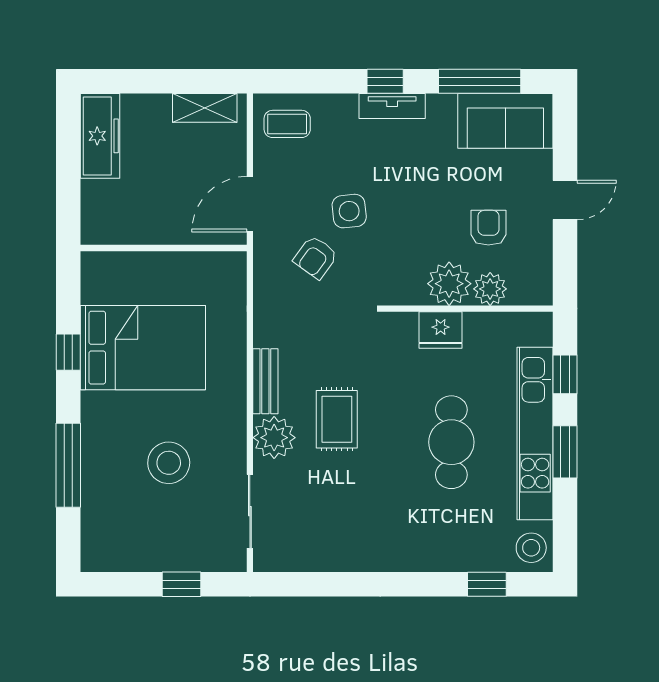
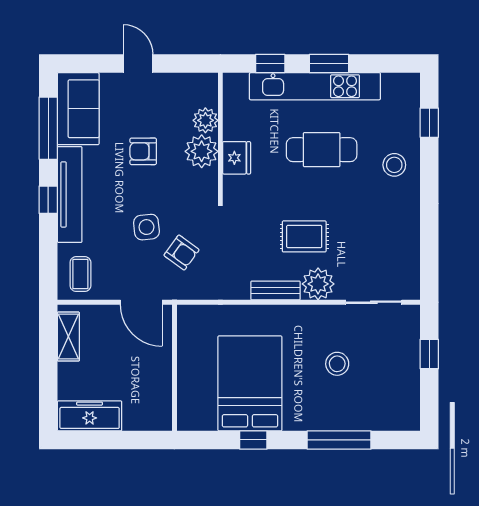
tv unit: (392, 106) -> (70, 194), width x1.92, depth x1.29
armchair: (488, 228) -> (143, 151), moved
stool: (169, 463) -> (337, 364), width x0.73, depth x0.73
stool: (531, 548) -> (394, 165), moved

